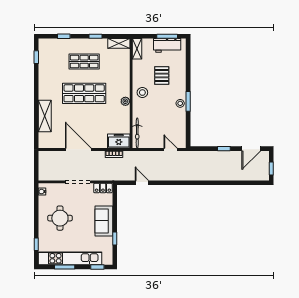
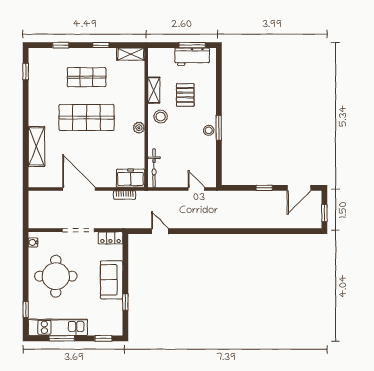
shelving: (137, 49) -> (154, 90), moved
round table: (60, 218) -> (56, 276), width x1.36, depth x1.36
kitchen unit: (70, 258) -> (58, 327), width x0.73

